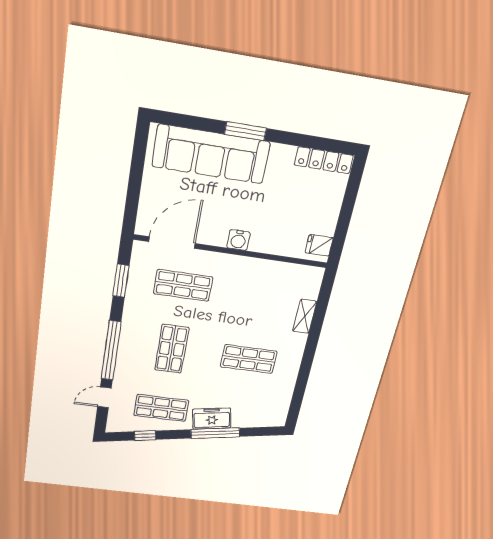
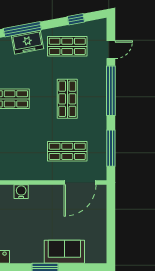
sofa: (211, 154) -> (64, 252), width x0.54, depth x0.79
water cooler: (238, 240) -> (21, 192), moved
window: (121, 281) -> (111, 148), width x1.44

